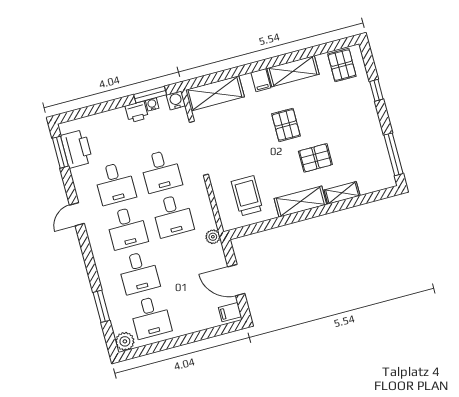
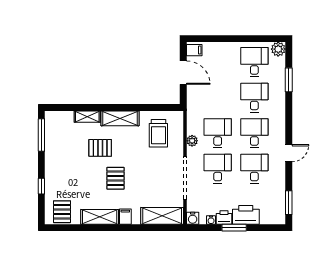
window: (150, 95) -> (234, 228), moved
printer: (77, 149) -> (246, 215), moved, turned 90
plant: (213, 237) -> (192, 141), moved

